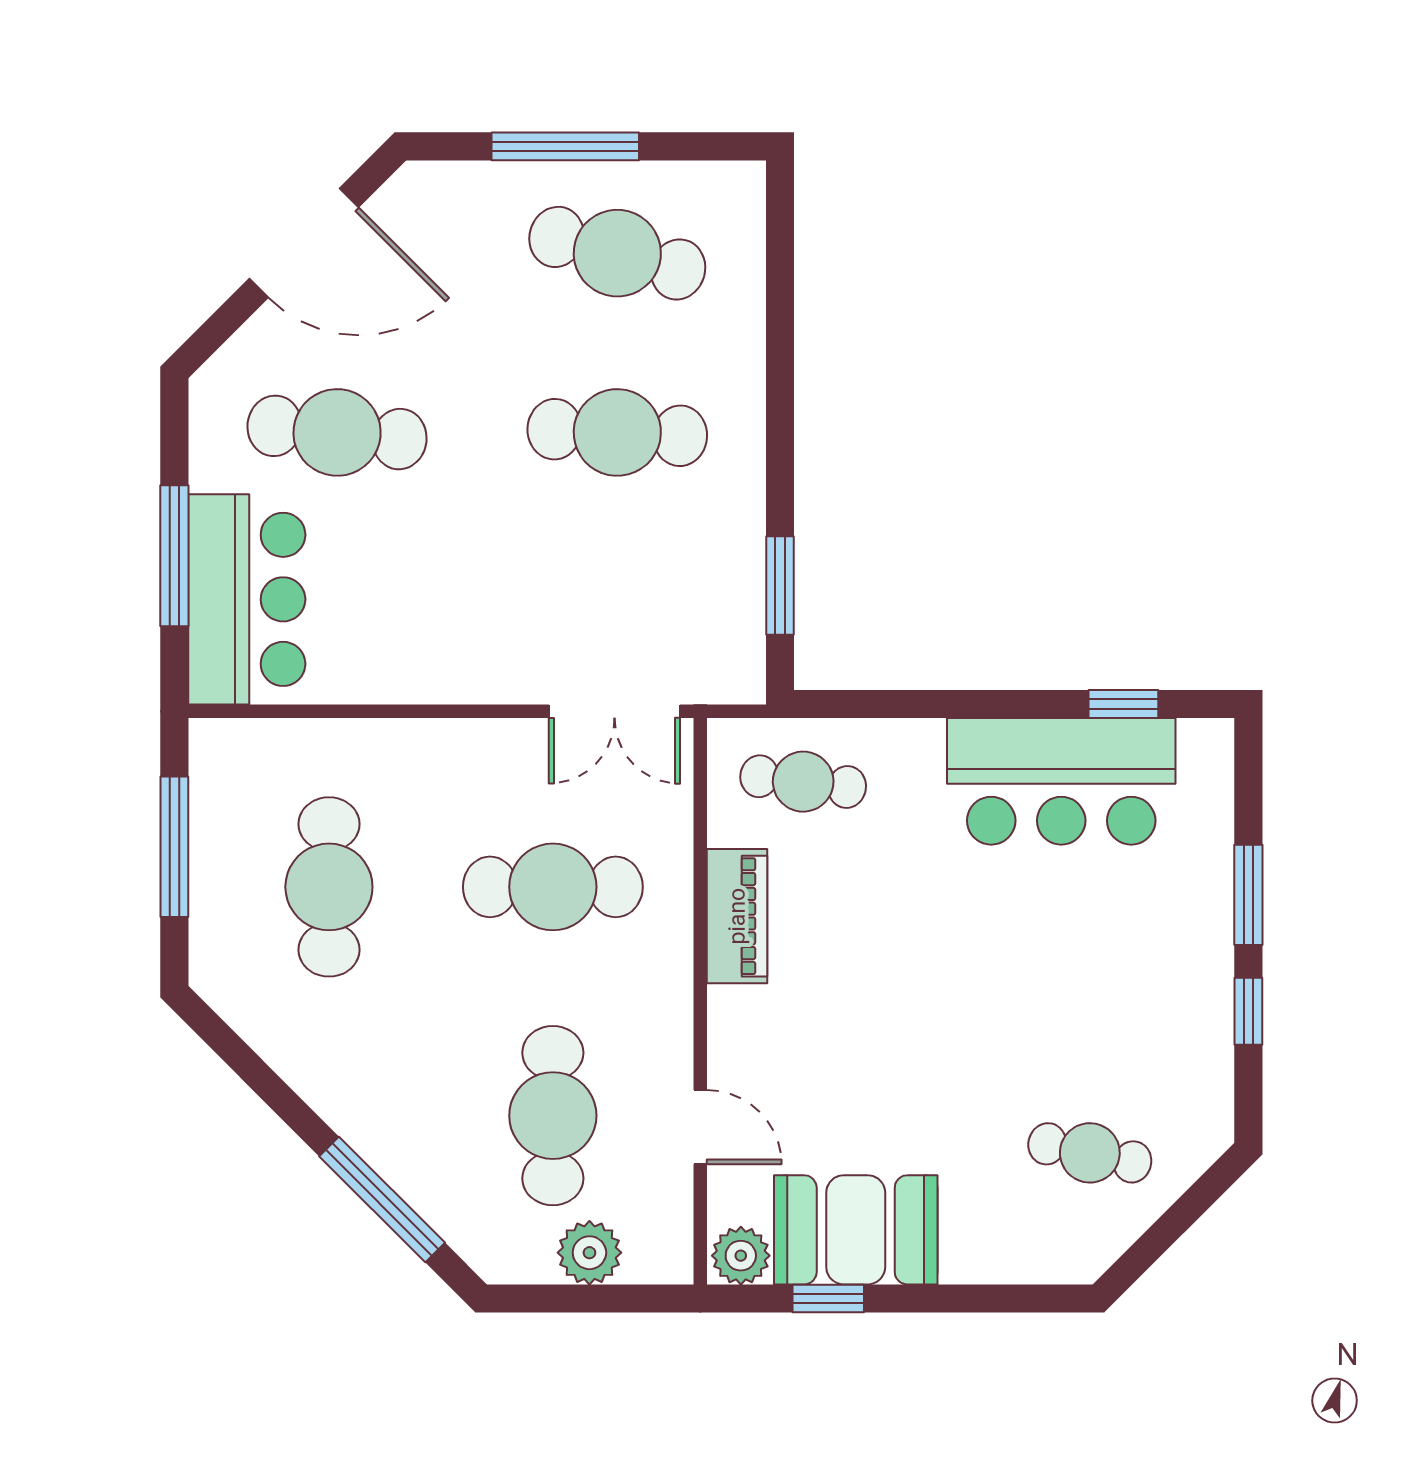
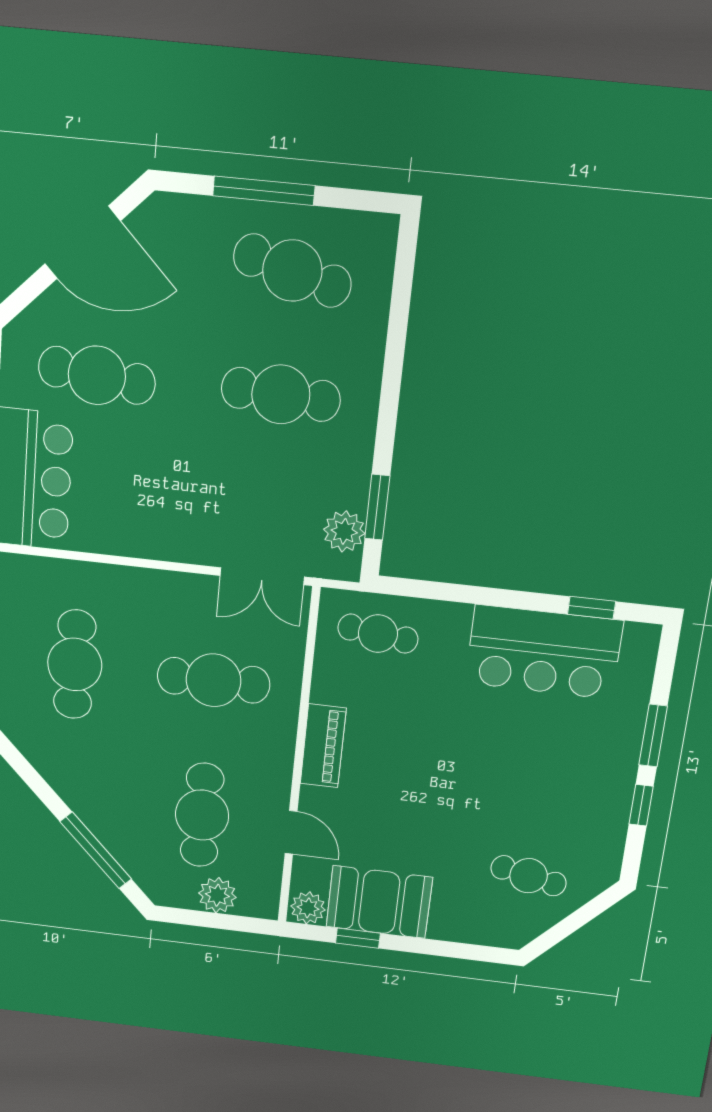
plant: (734, 628) -> (344, 531), added
piano: (737, 916) -> (323, 746), moved

